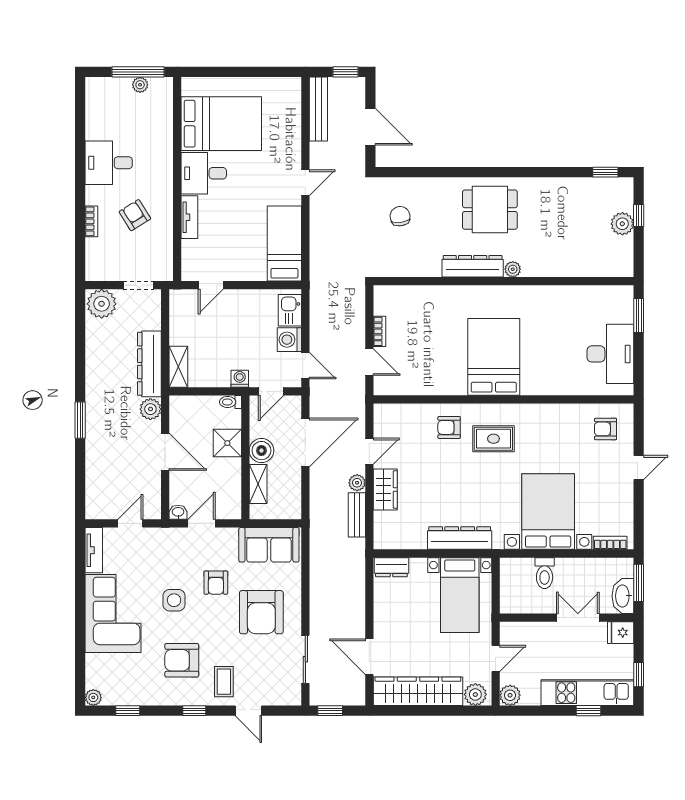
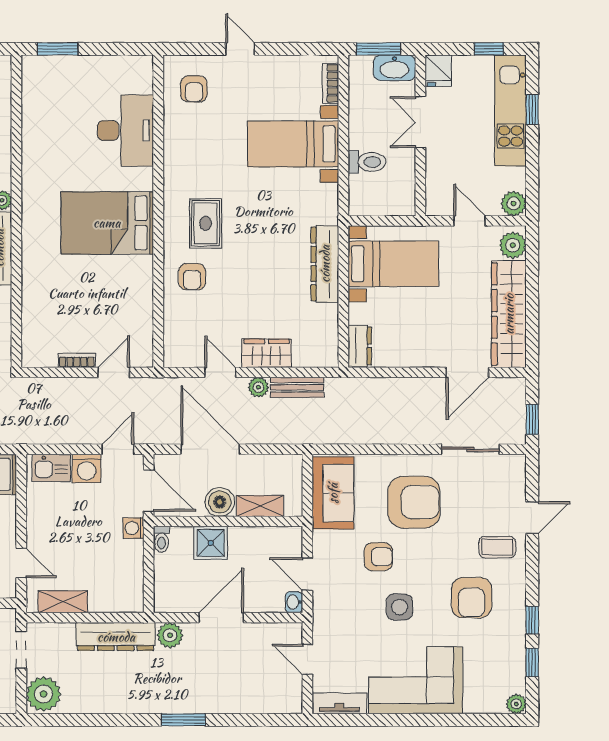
desk: (610, 354) -> (125, 131), moved, turned 90
shelving: (178, 367) -> (63, 602), moved
door: (271, 391) -> (149, 491), width x1.38
bed with nightstands: (548, 512) -> (293, 144), width x0.73
window: (194, 711) -> (532, 620), moved

